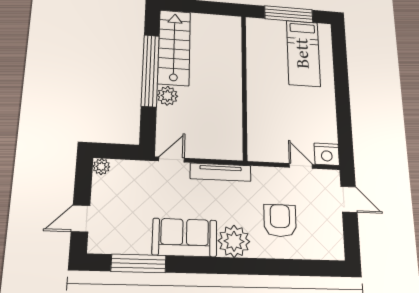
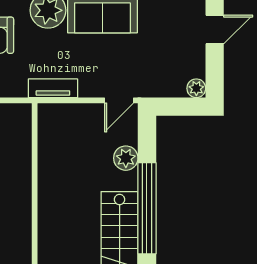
plant: (167, 96) -> (126, 158), moved
tv unit: (221, 172) -> (53, 88), width x0.71

